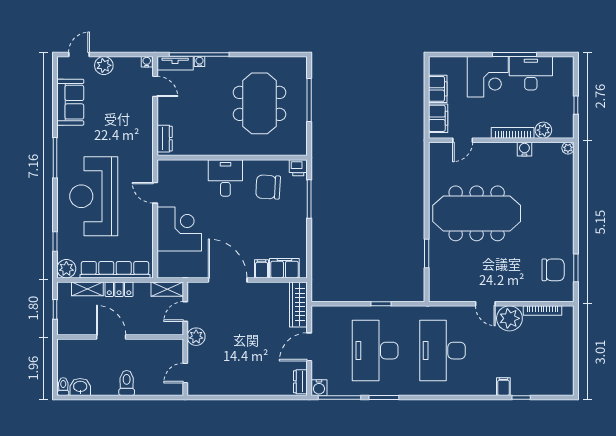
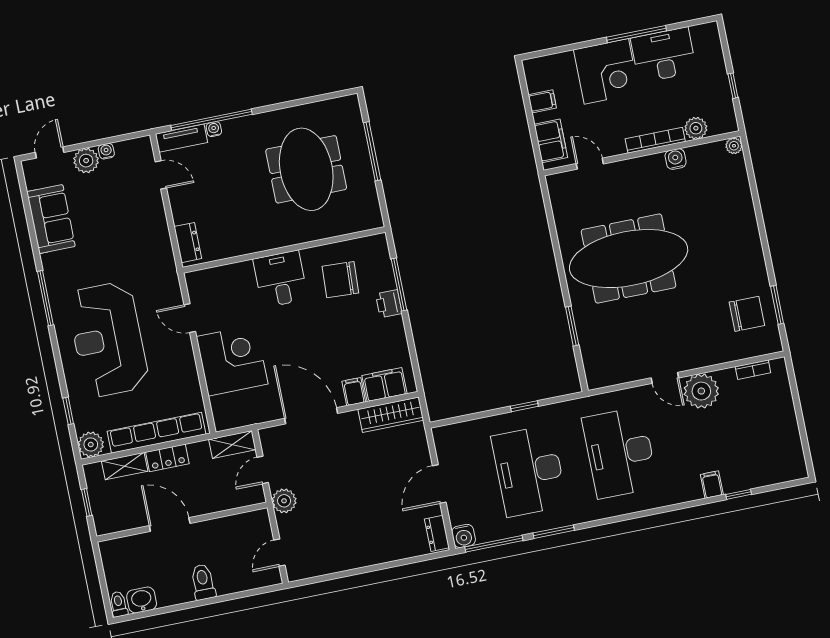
water cooler: (147, 62) -> (106, 151), moved
filing cabinet: (438, 89) -> (542, 101), width x0.50
door: (463, 140) -> (590, 164), swing flipped
printer: (298, 168) -> (389, 304), moved, turned 90
wardrobe: (298, 304) -> (391, 415), moved, turned -90
bookcase: (543, 311) -> (753, 370), width x0.64

